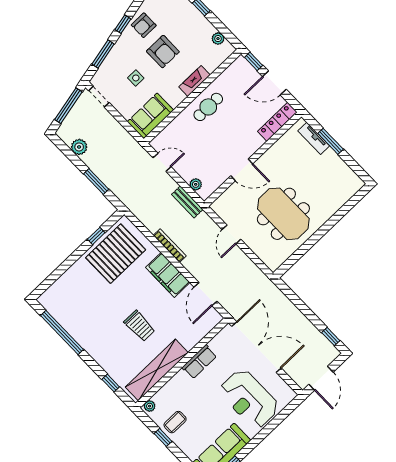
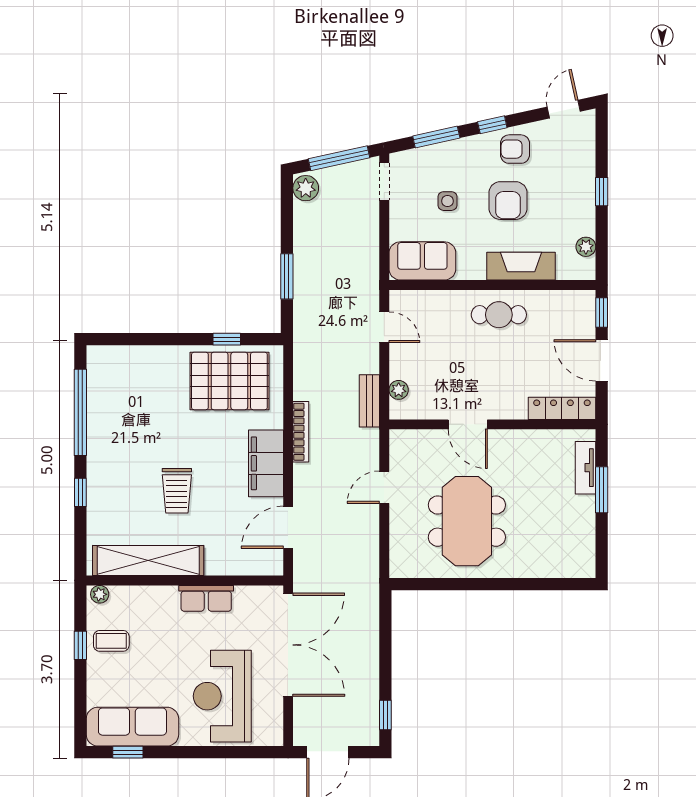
fireplace: (194, 81) -> (521, 266), width x1.37, depth x1.32
plant: (79, 147) -> (306, 188), moved
window: (111, 383) -> (80, 492), moved

